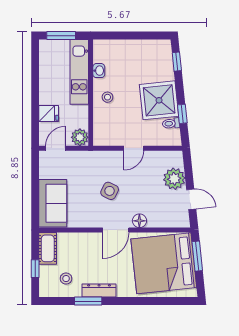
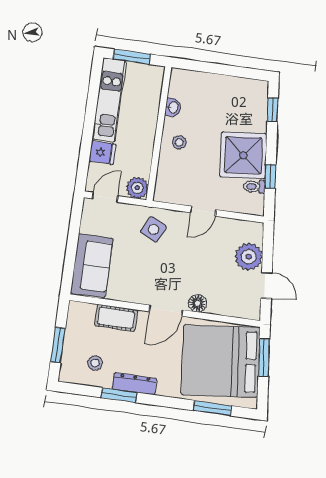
kitchen unit: (79, 72) -> (109, 100), moved, turned 180
side table: (110, 191) -> (153, 229), moved
cot: (48, 248) -> (116, 318), moved, turned 90
window: (35, 269) -> (58, 345), width x1.50
window: (163, 301) -> (212, 408), added

